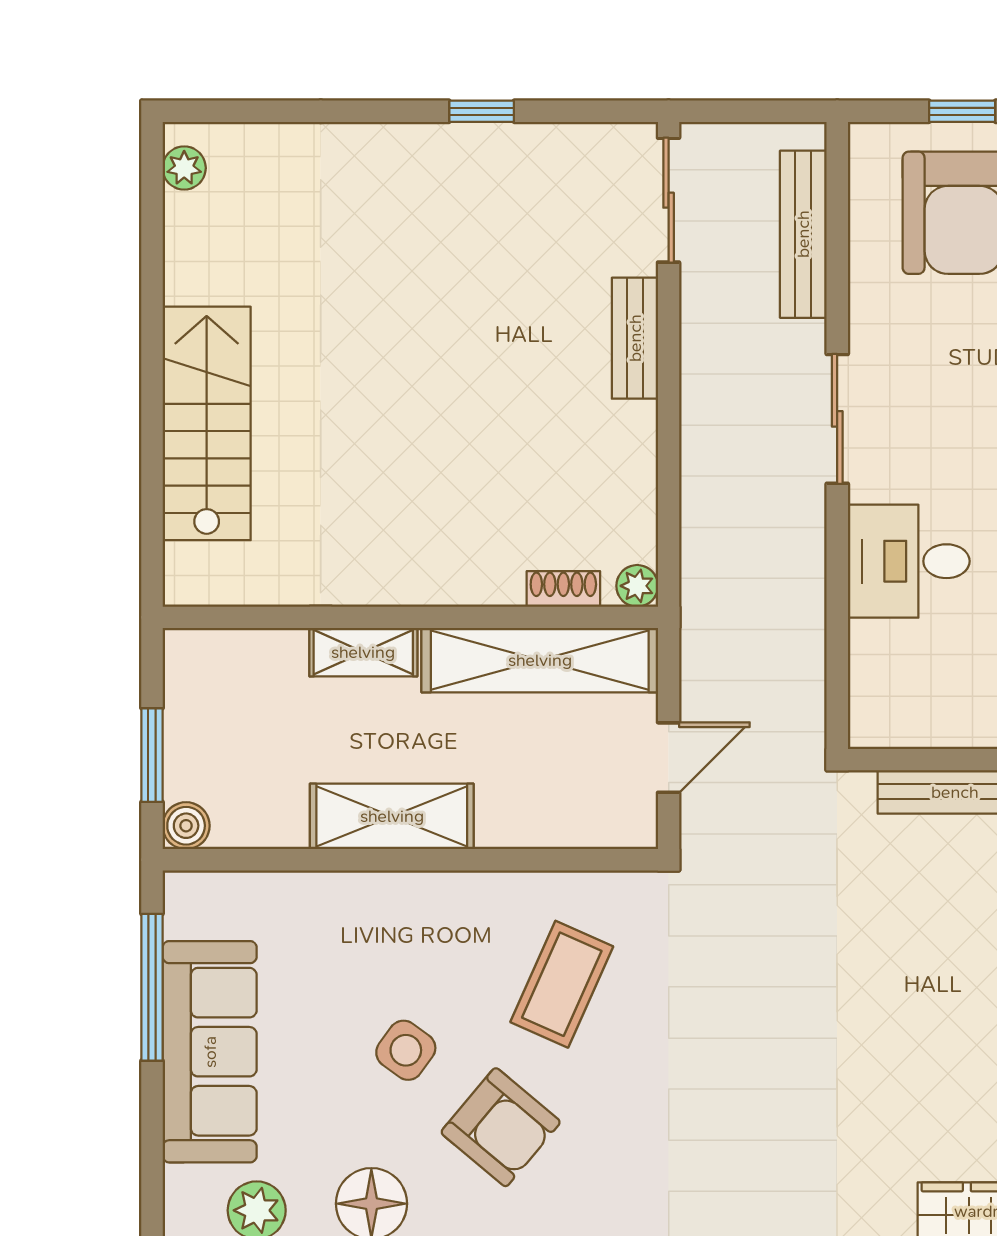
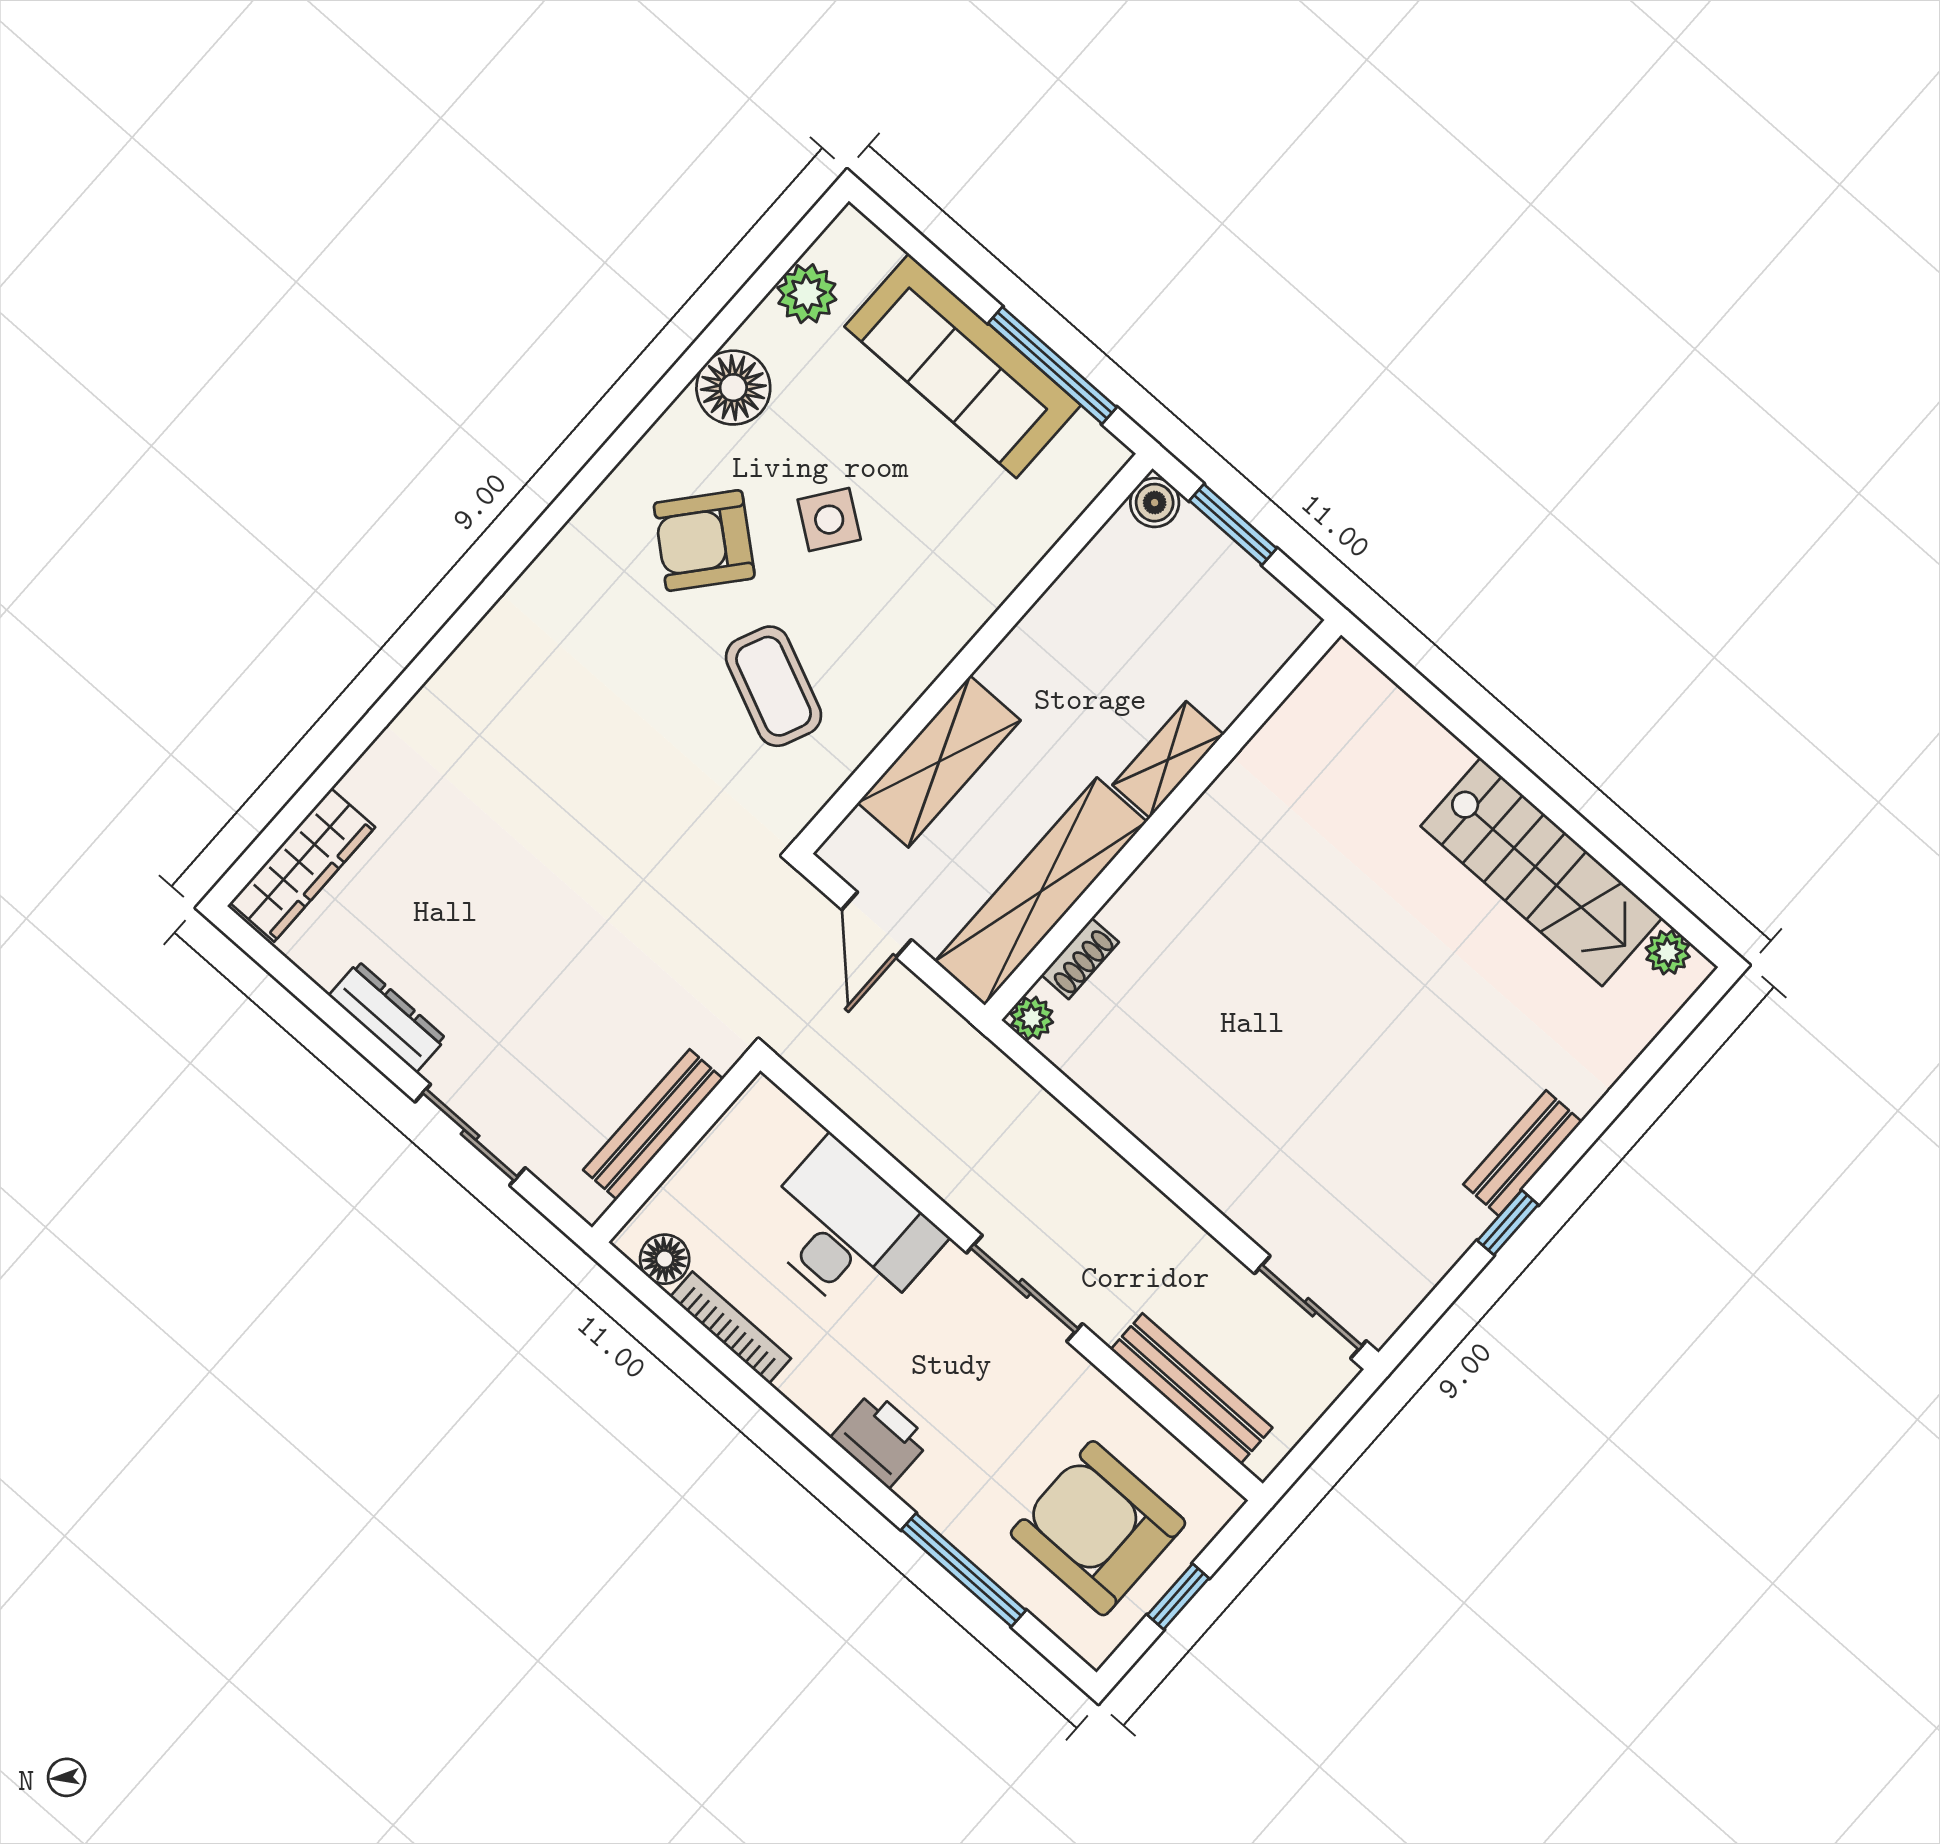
bench: (635, 338) -> (1523, 1153), moved, turned 90
stairs: (207, 423) -> (1541, 872), moved
desk: (909, 561) -> (848, 1232), width x1.37
shelving: (392, 816) -> (939, 762), moved

